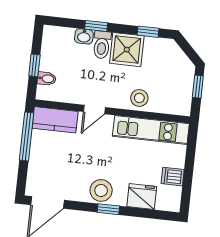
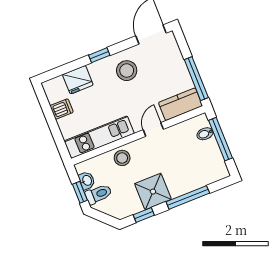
window: (96, 26) -> (188, 197), width x2.17
washbasin: (84, 36) -> (87, 180), moved, turned 90
toilet: (102, 45) -> (98, 194), moved, turned 90
window: (34, 65) -> (220, 139), width x2.17
stool: (101, 190) -> (127, 71), moved

